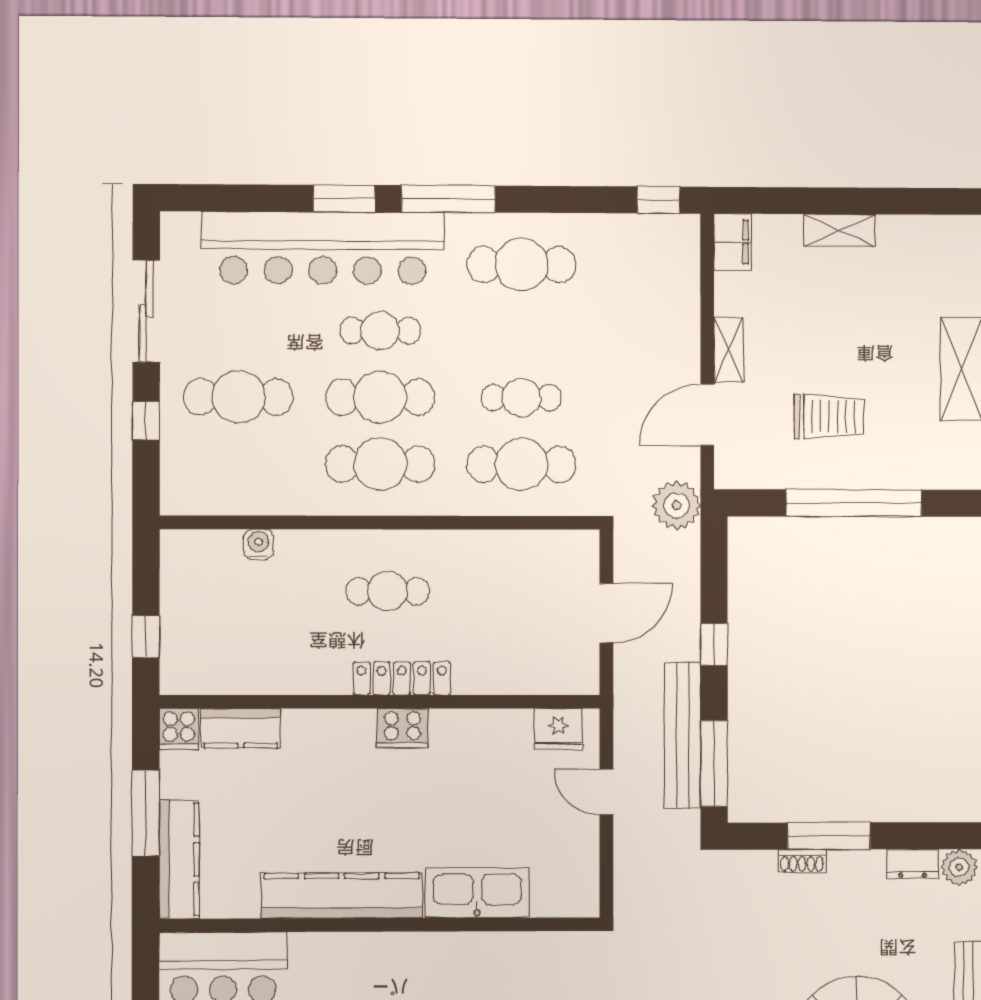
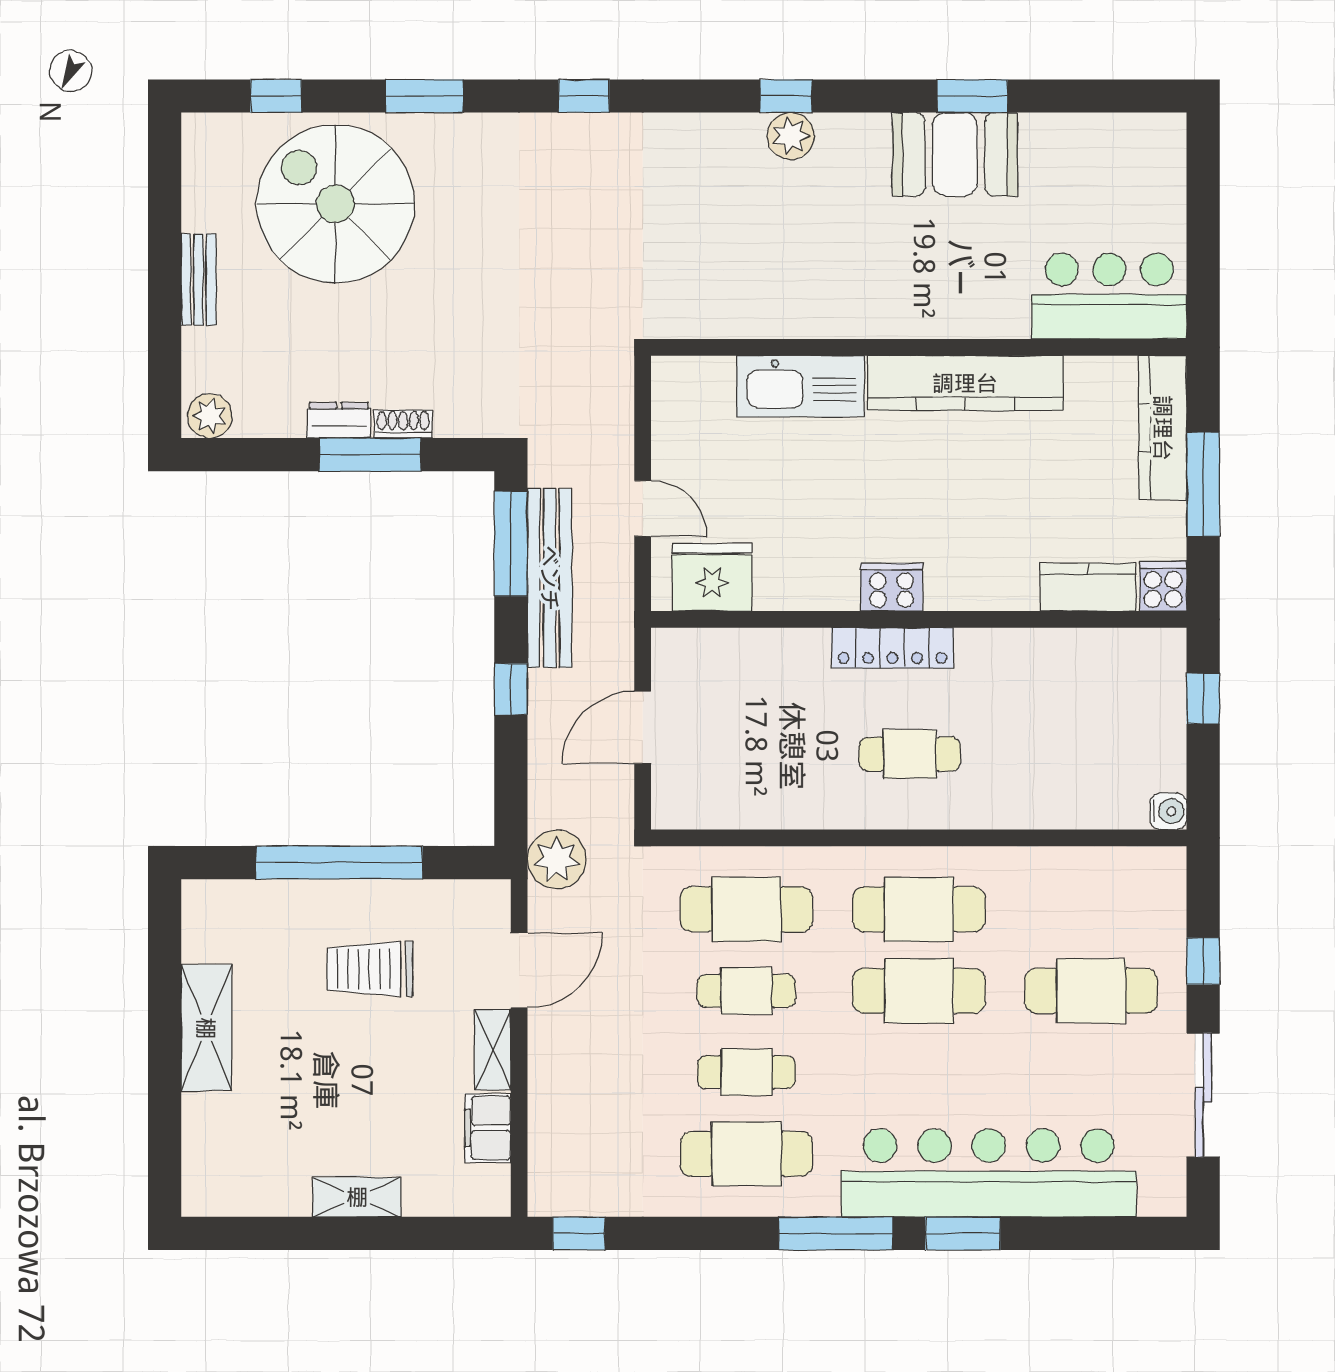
filing cabinet: (733, 242) -> (488, 1128), moved
cafe table: (380, 331) -> (746, 1072), moved
water cooler: (258, 544) -> (1168, 811), moved, turned -90
fridge: (558, 729) -> (712, 577), width x1.36, depth x1.34
dresser: (913, 864) -> (339, 420), moved

